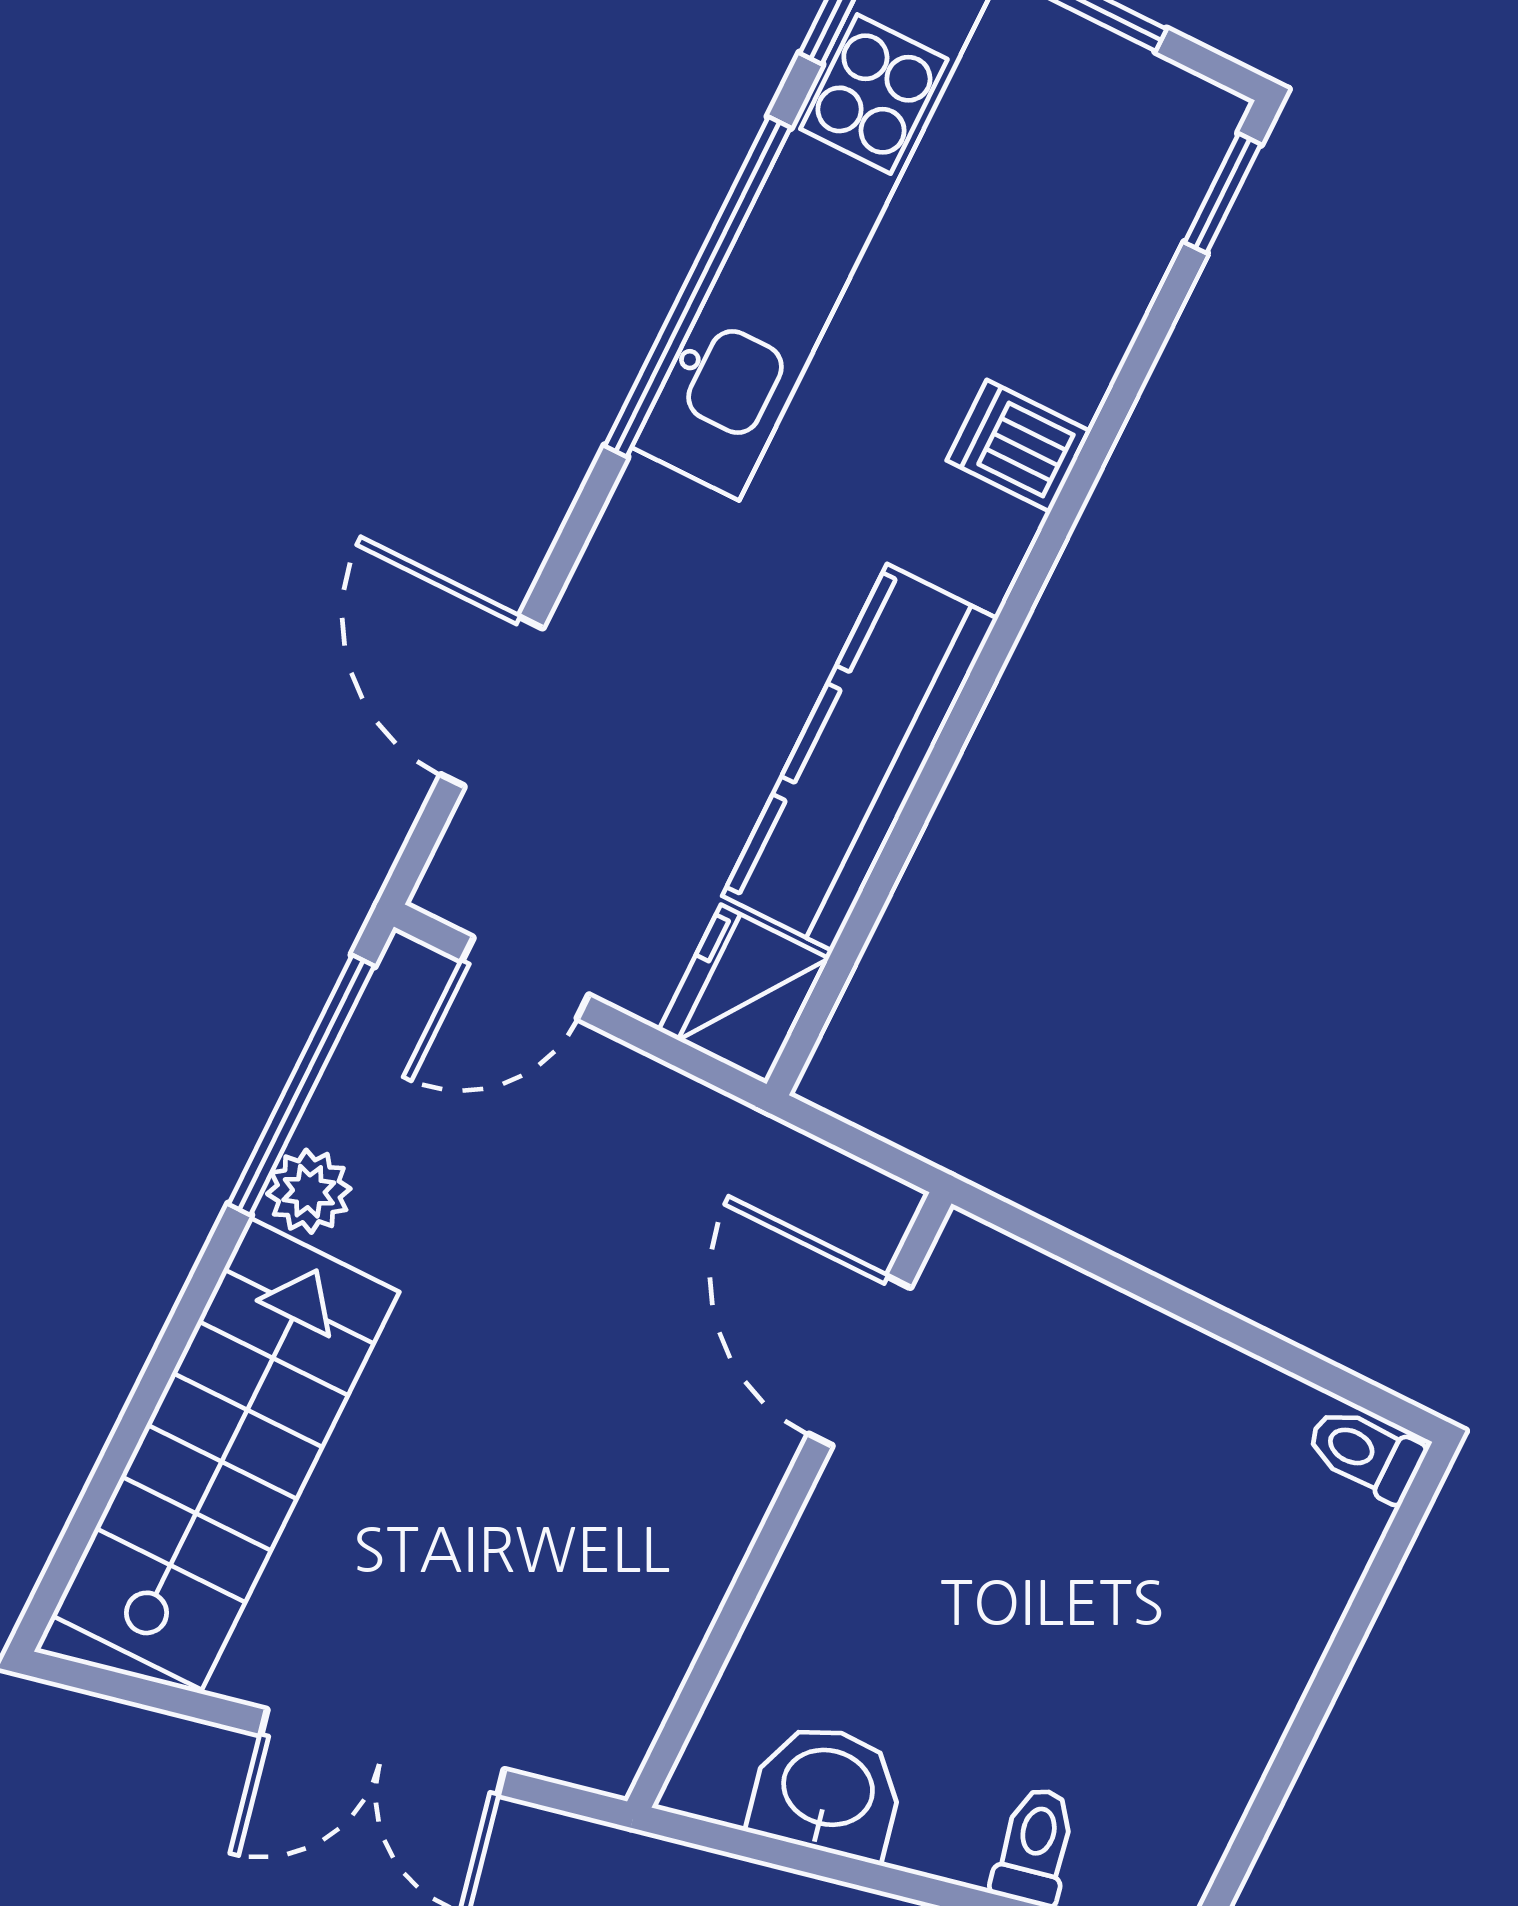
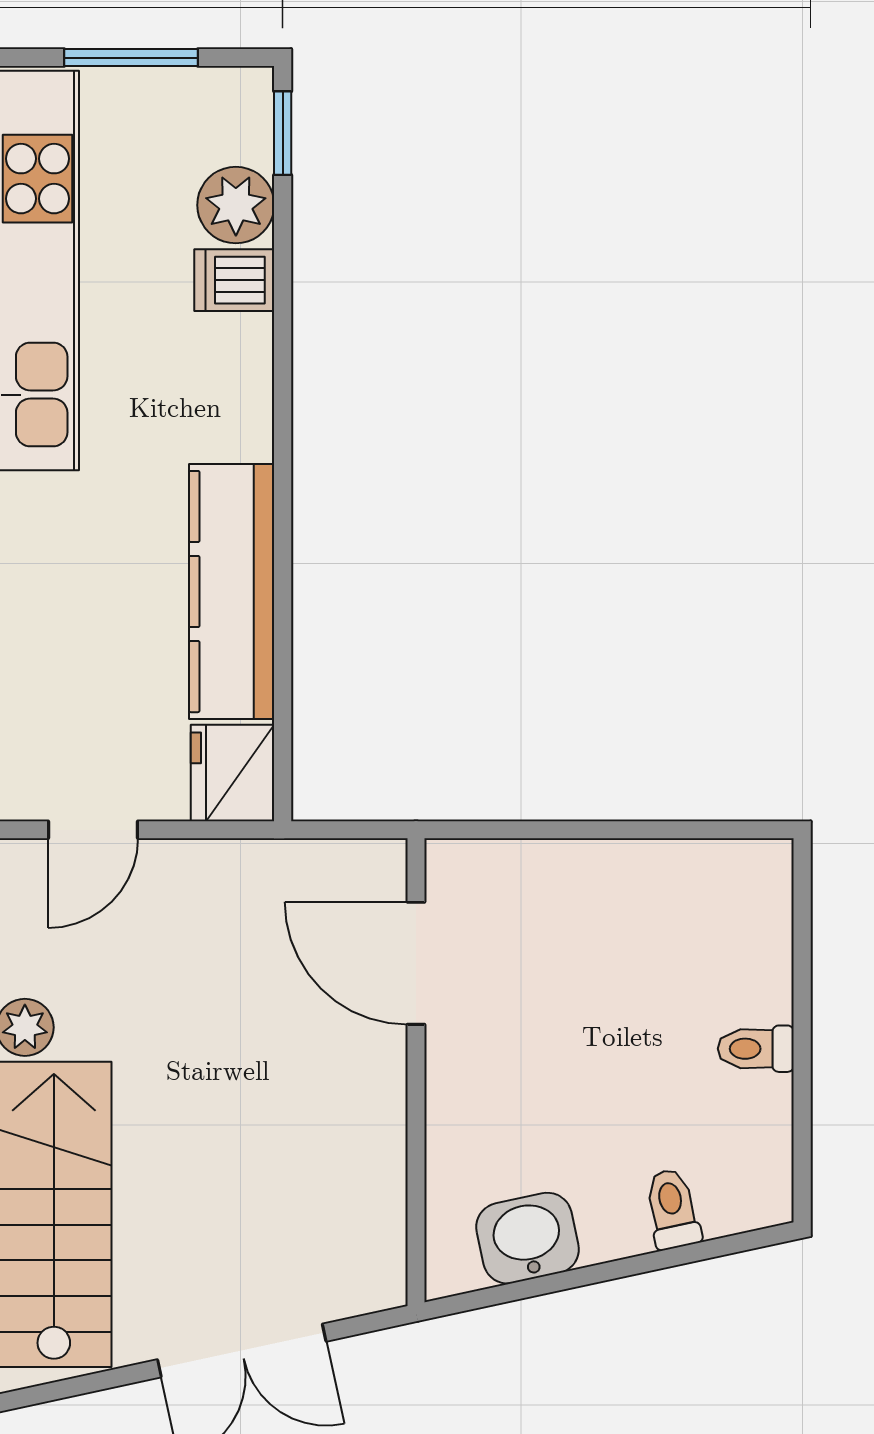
plant: (1115, 257) -> (236, 205), added
dishwasher: (1019, 446) -> (234, 280), moved
toilet: (1365, 1453) -> (756, 1049), moved

